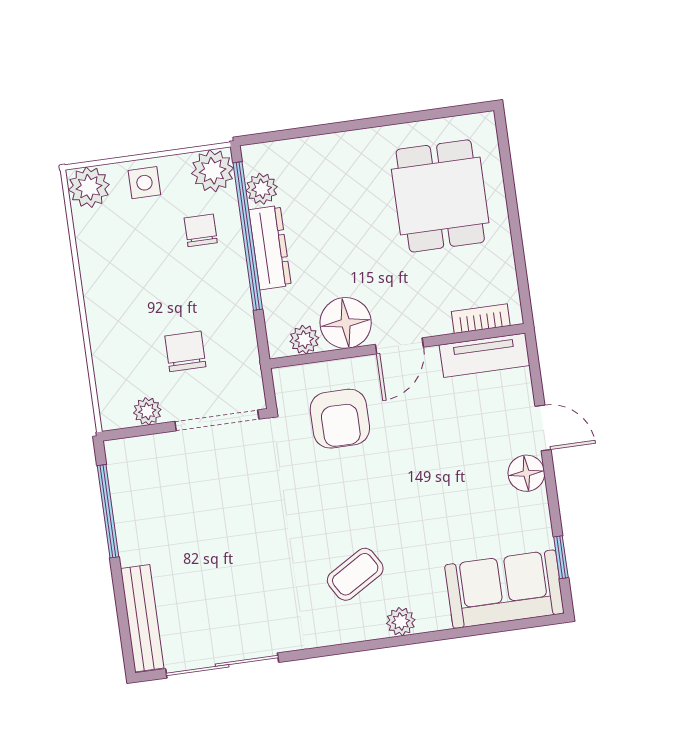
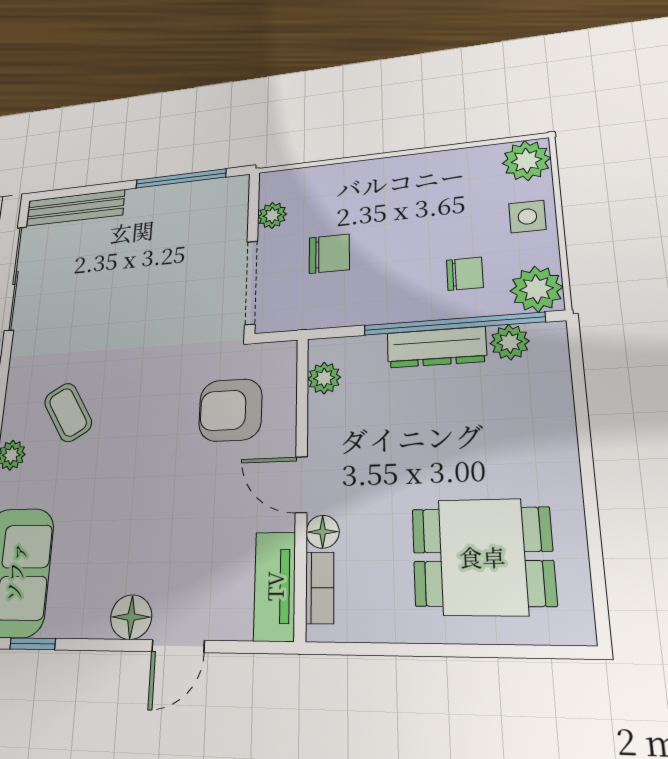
floor lamp: (346, 323) -> (323, 532), moved, width x0.53, depth x0.53

